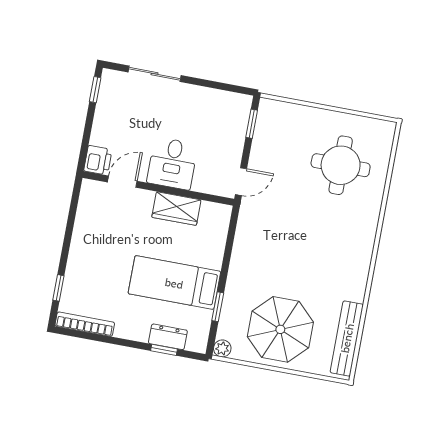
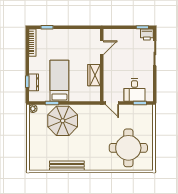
printer: (98, 160) -> (147, 35), moved
desk: (172, 163) -> (134, 90), moved, turned -90
round table: (341, 165) -> (128, 148), width x1.36, depth x1.36
door: (122, 182) -> (102, 48), hinge flipped
parasol: (280, 329) -> (63, 121), moved
bench: (347, 338) -> (67, 166), moved

